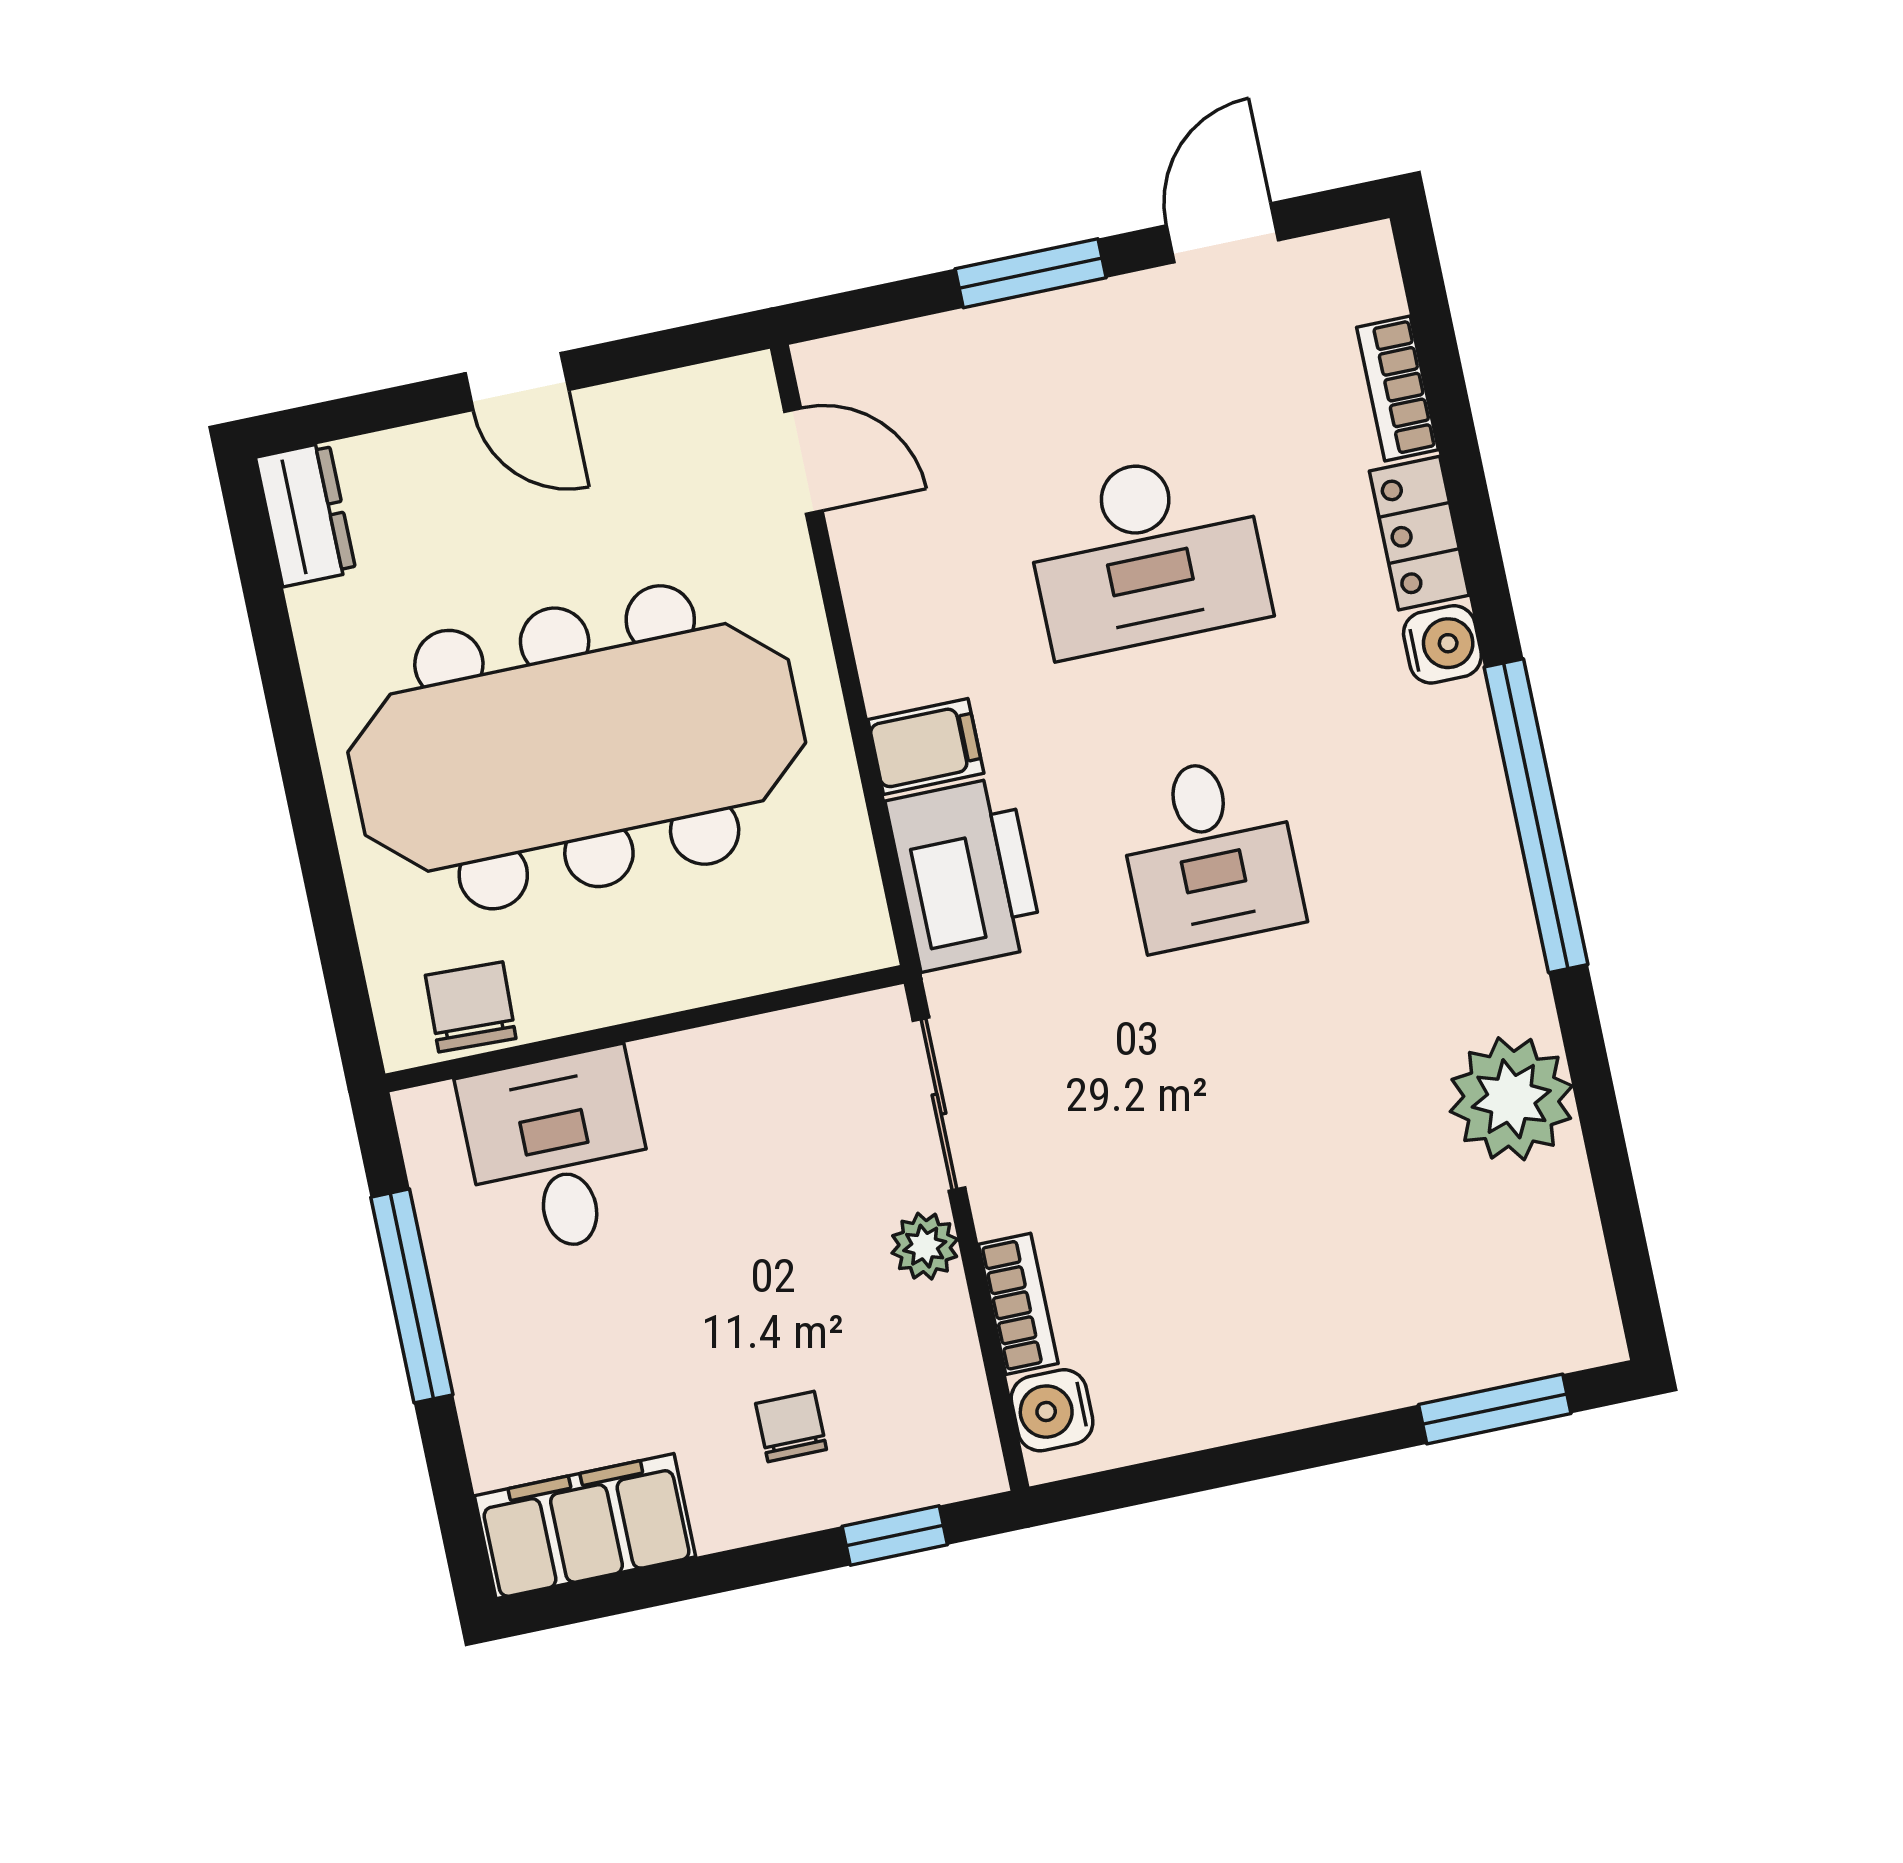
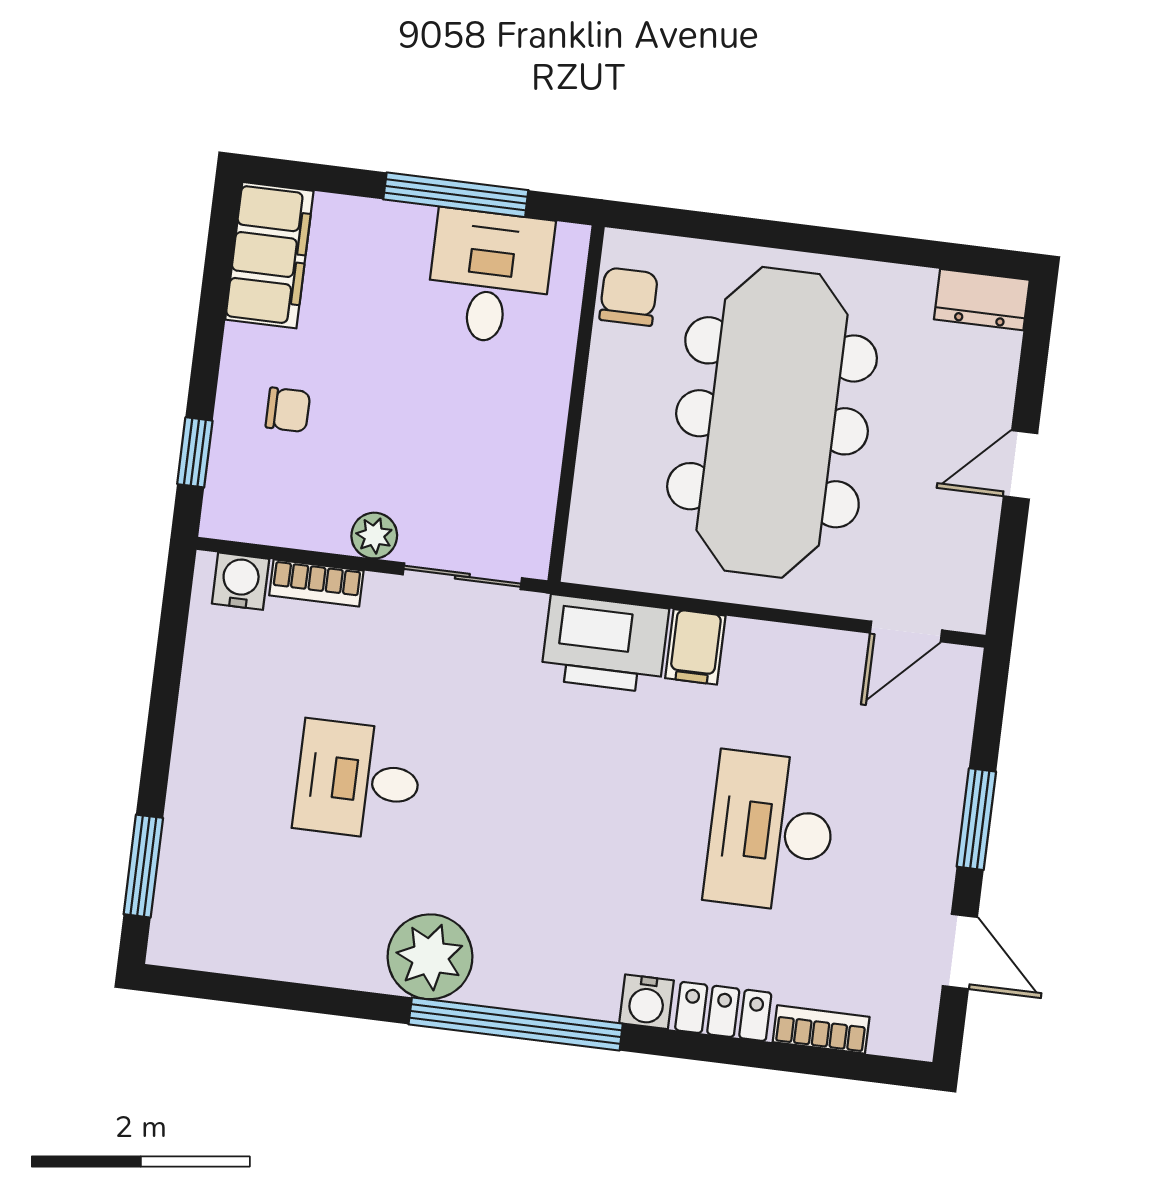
desk: (1209, 852) -> (358, 780), moved
chair: (471, 1007) -> (629, 297), turned -92
plant: (1511, 1099) -> (430, 957), moved
desk: (558, 1152) -> (490, 277), moved, turned -90

